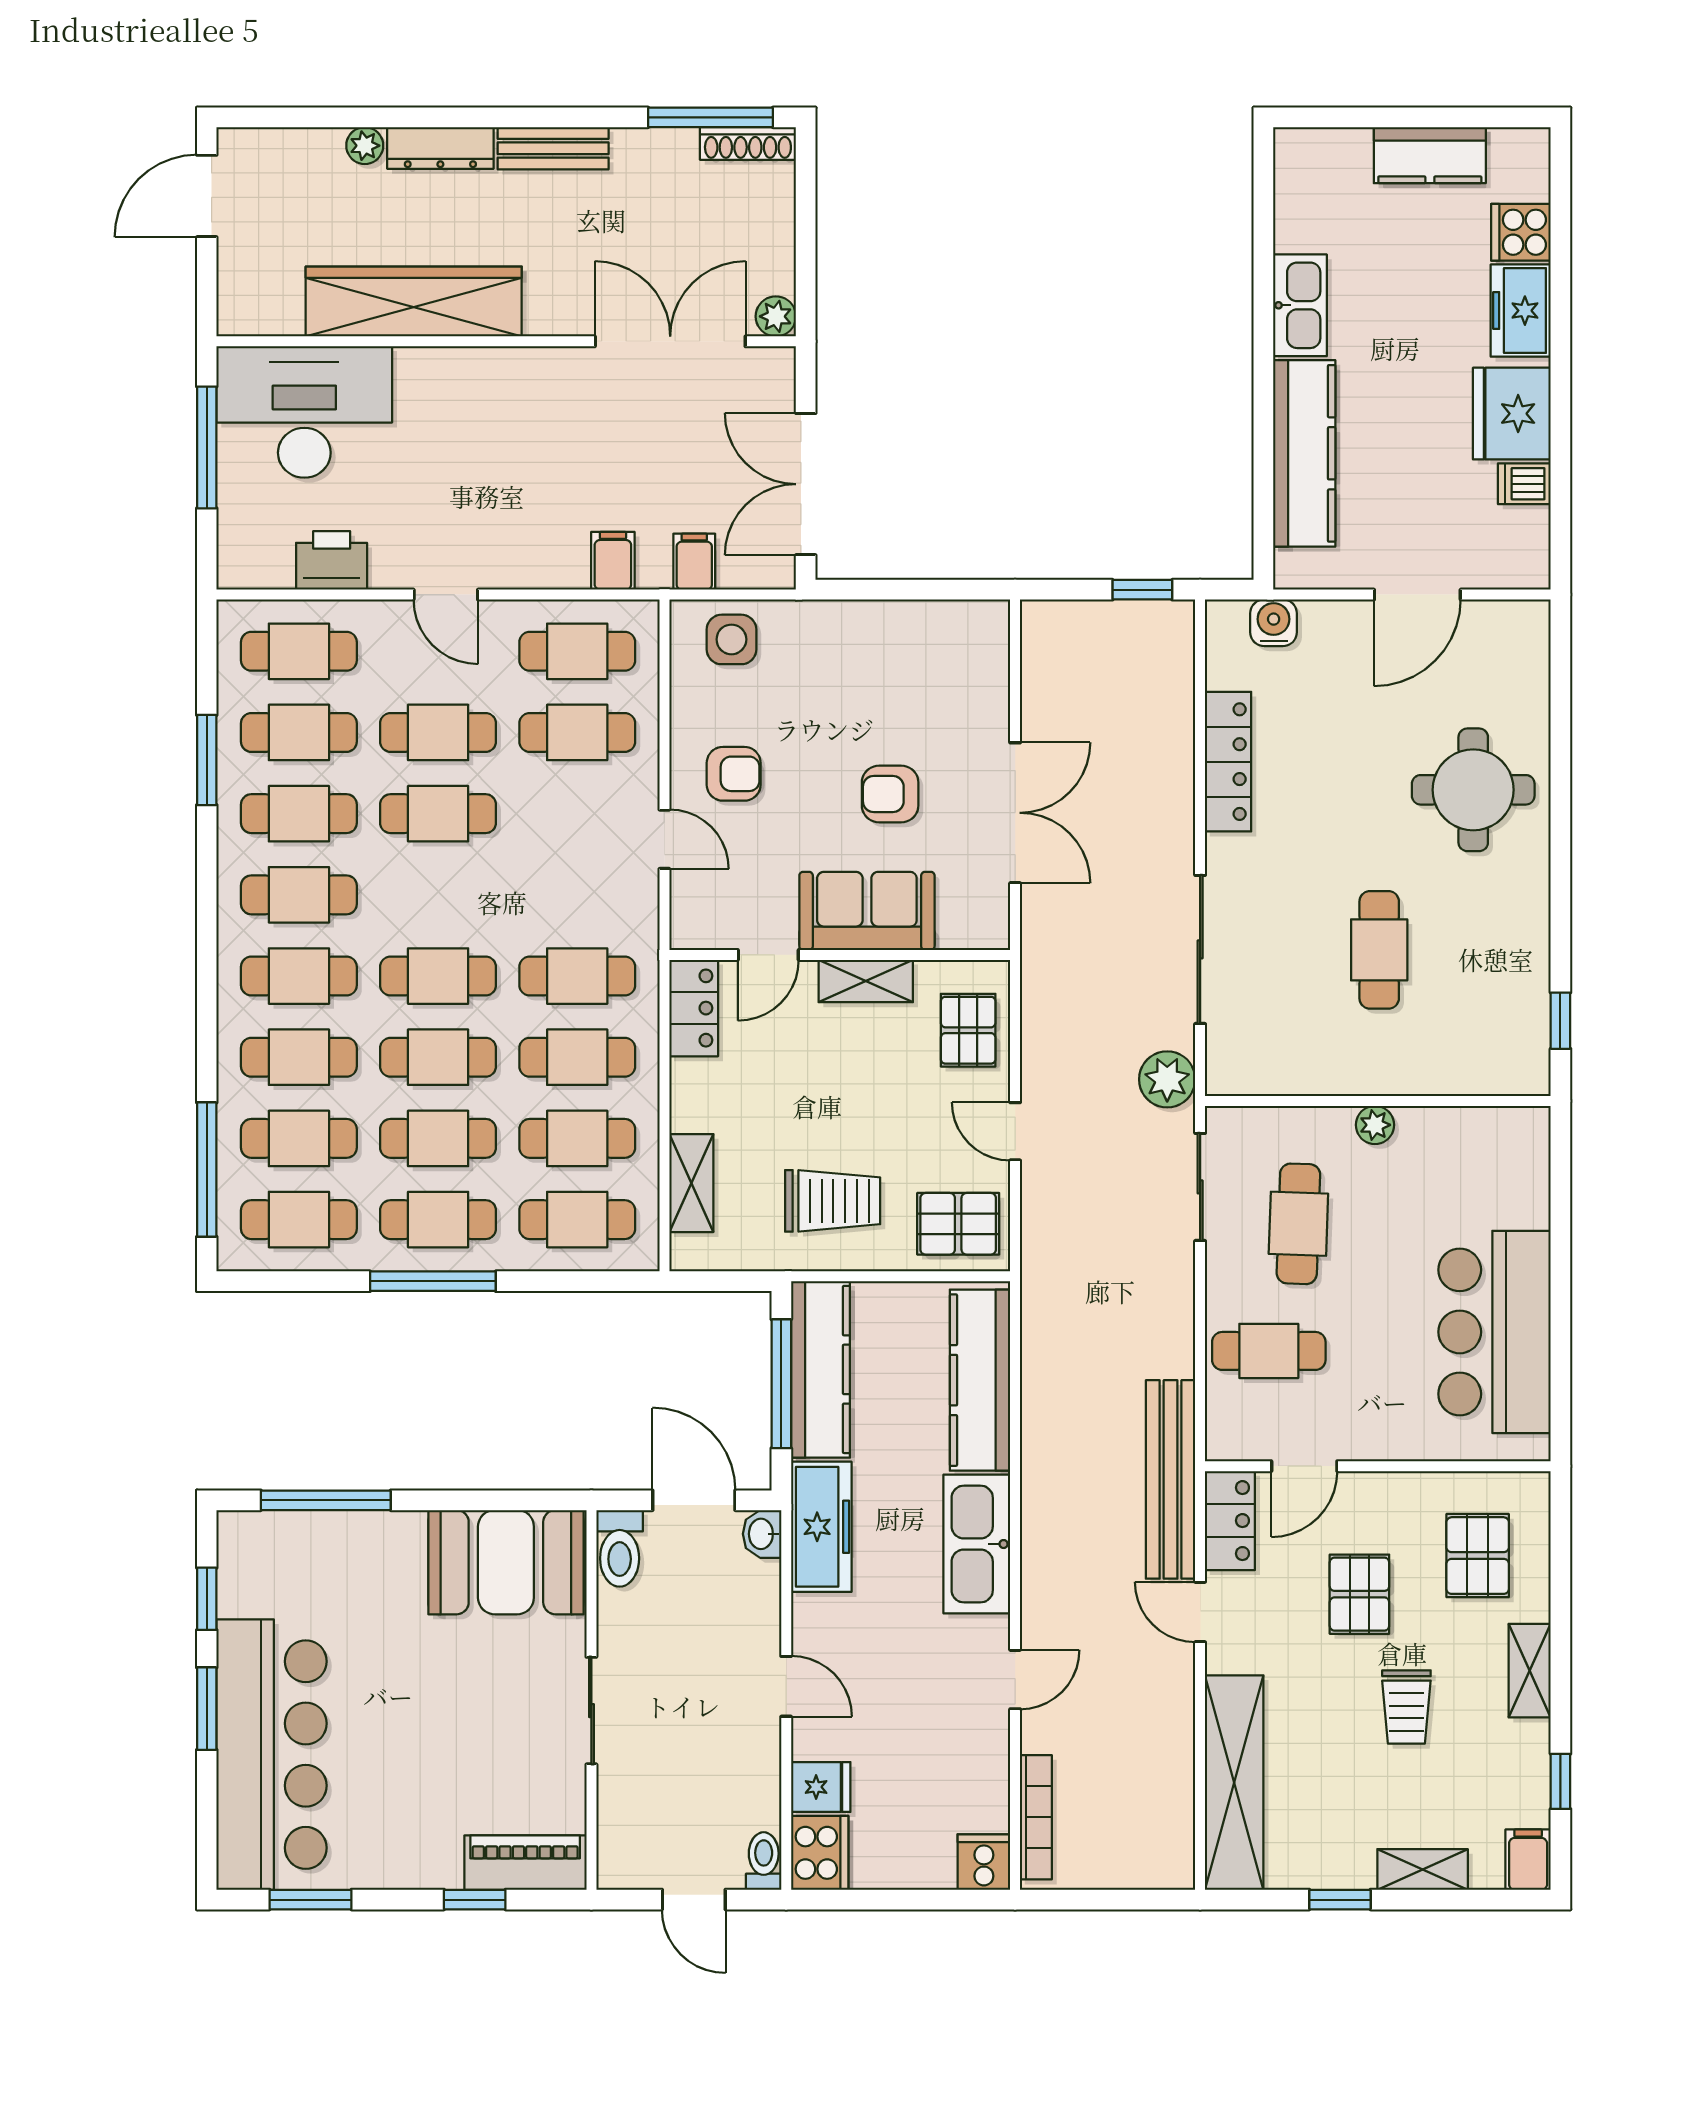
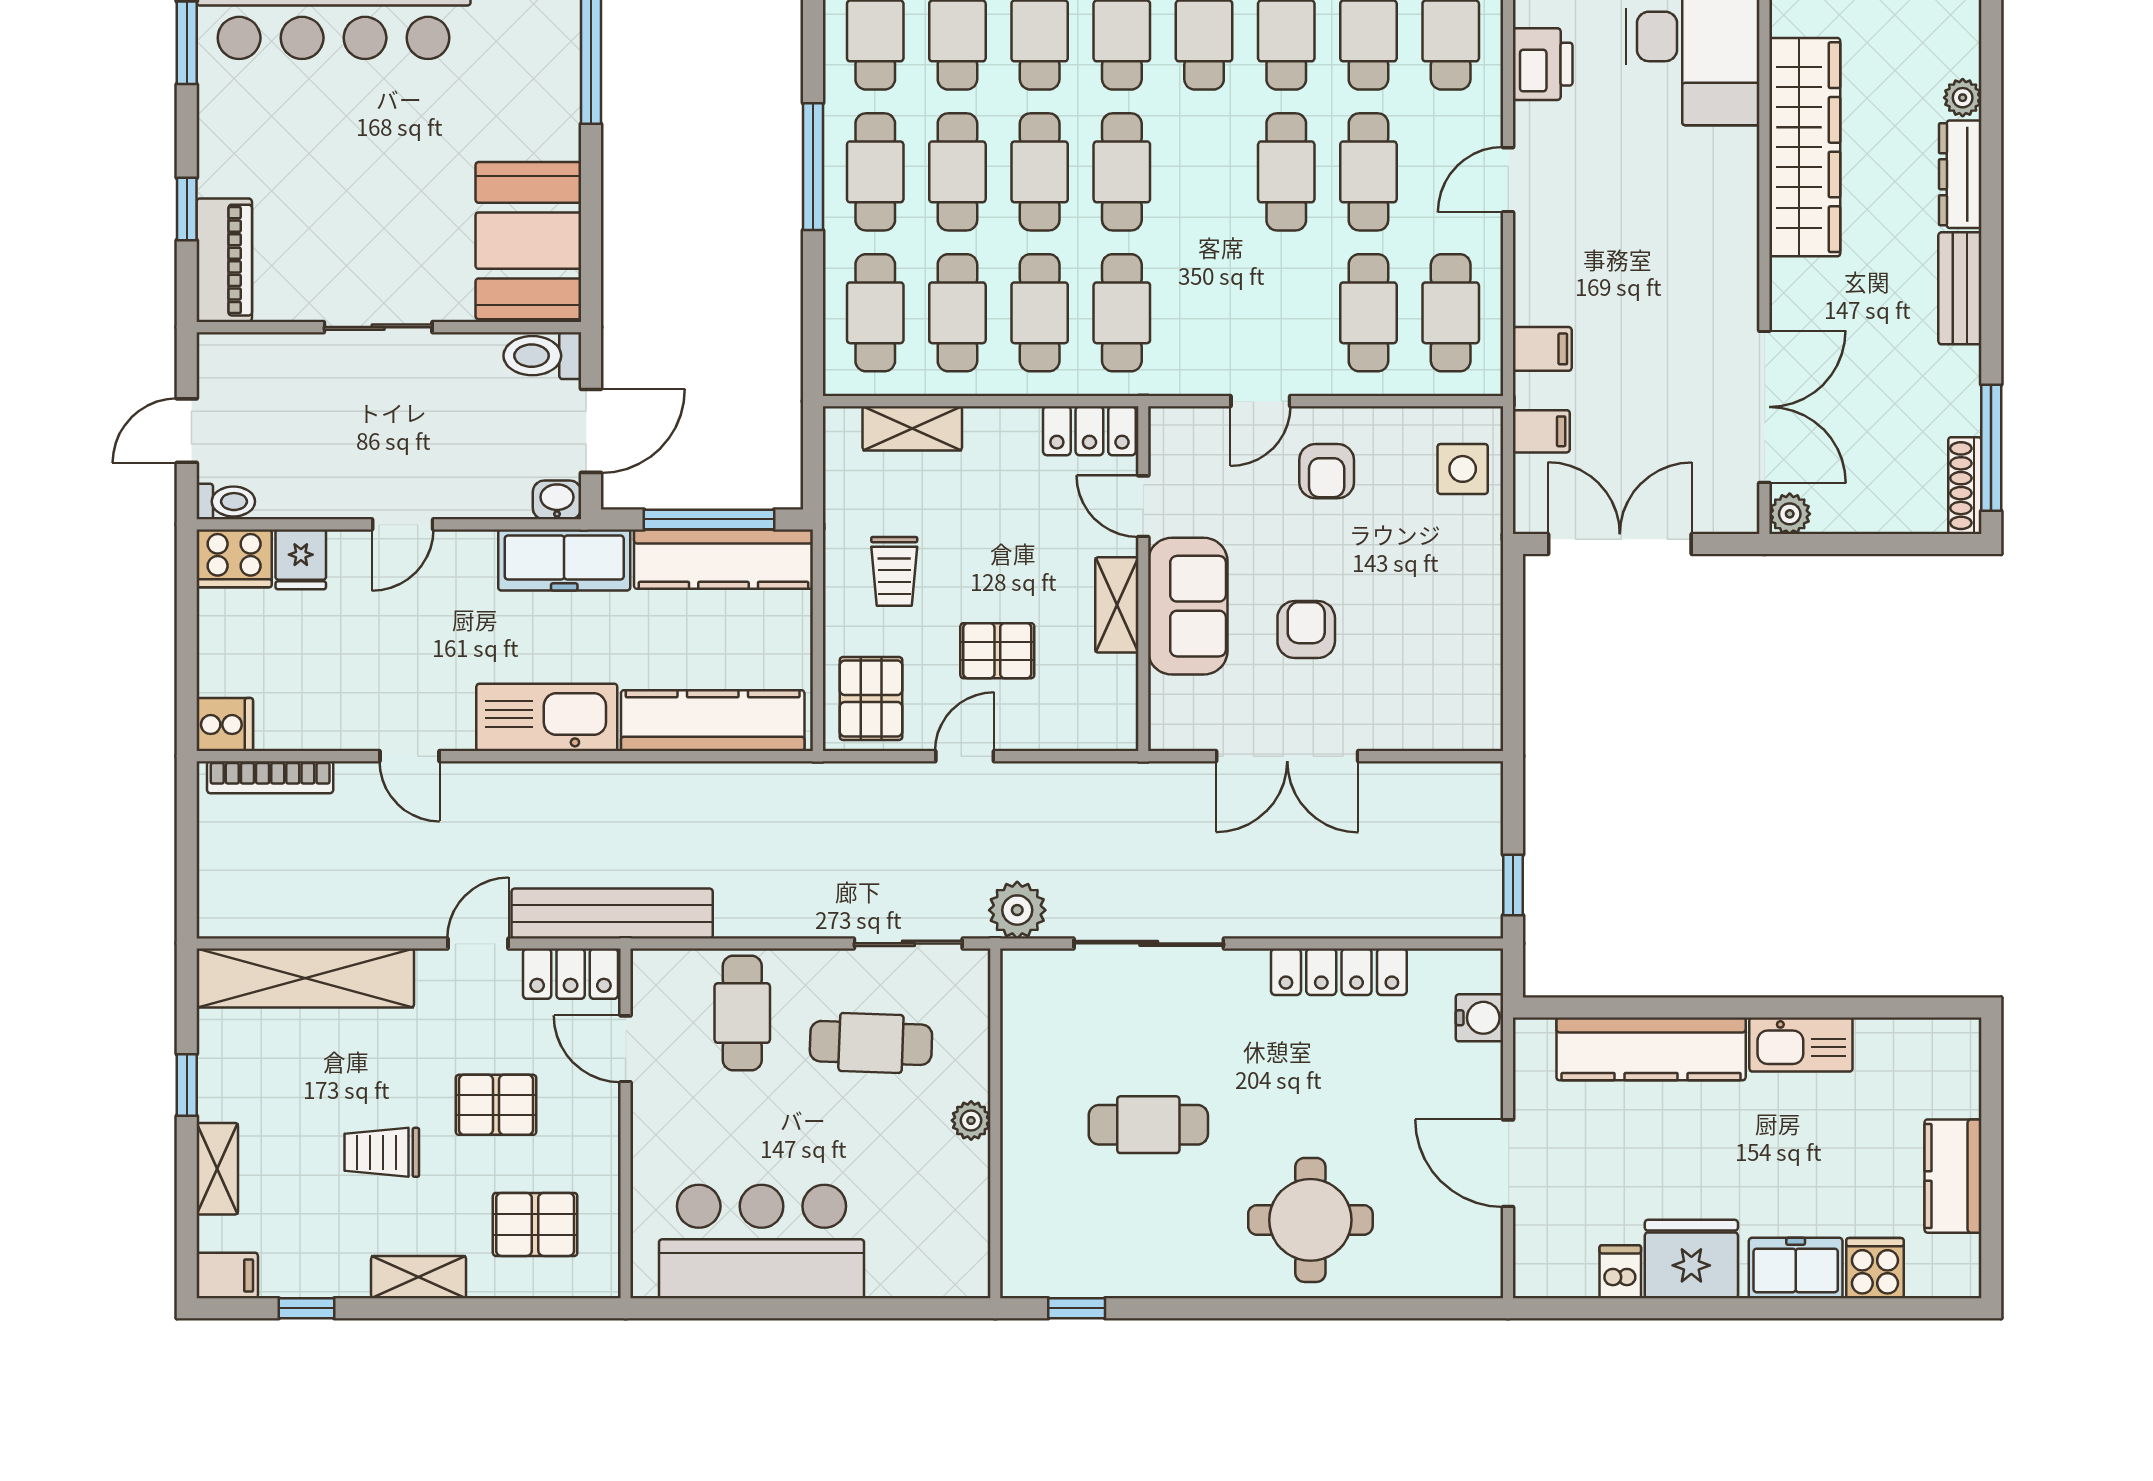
pallet: (968, 1030) -> (997, 651), moved
trolley: (833, 1201) -> (894, 571), width x0.73, depth x0.72

